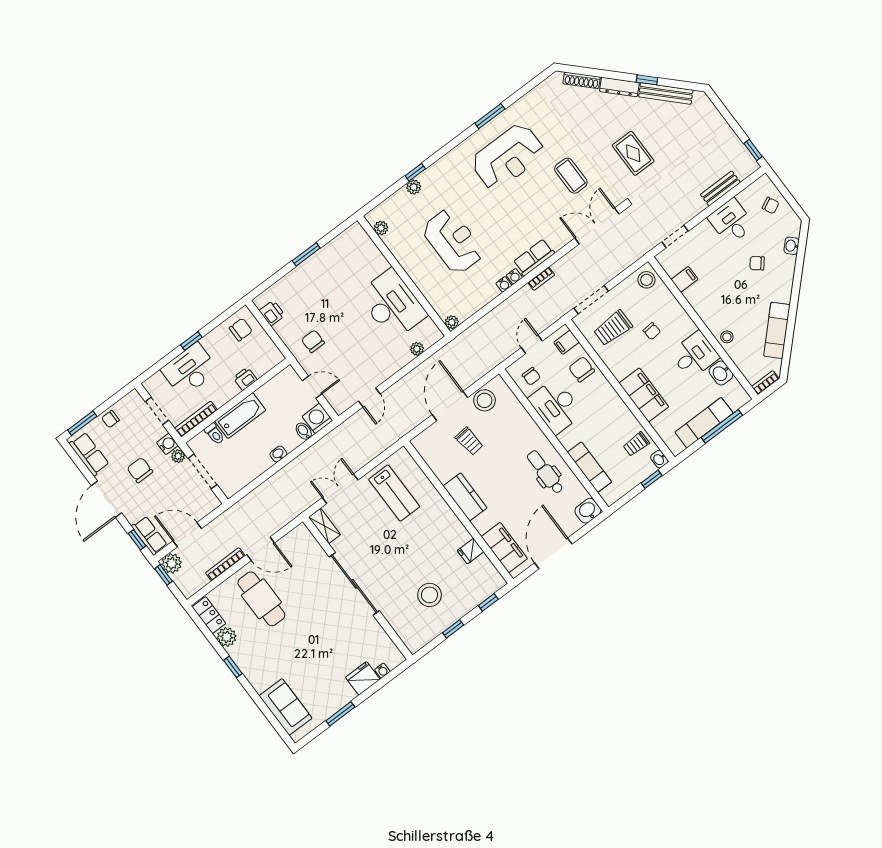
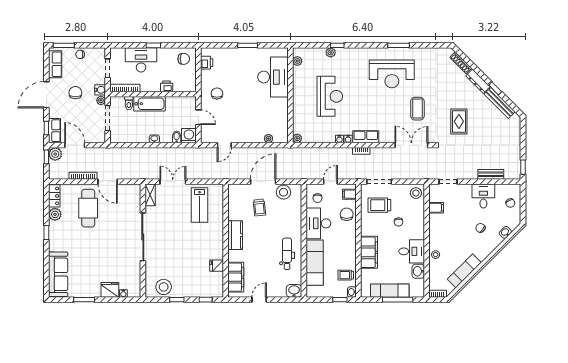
desk: (392, 305) -> (273, 77), moved
exam couch: (589, 467) -> (315, 263), width x1.36, depth x1.45
door: (553, 553) -> (259, 300), width x0.53
stool: (430, 595) -> (164, 287), moved
sofa: (286, 707) -> (58, 274), width x1.36

